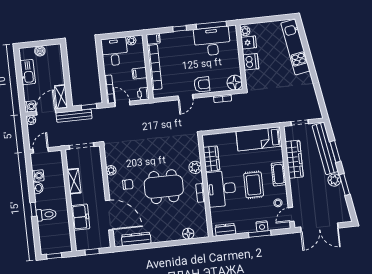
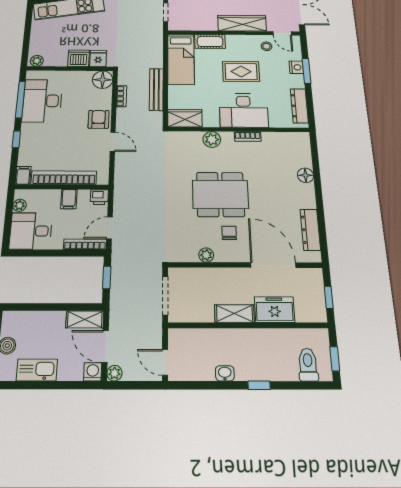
fridge: (249, 42) -> (98, 58), moved
bench: (74, 116) -> (156, 89), moved
wardrobe: (211, 159) -> (185, 118), moved
wardrobe: (294, 159) -> (242, 23), moved
cot: (279, 174) -> (210, 42), moved
washing machine: (38, 176) -> (205, 372), removed
shelving: (74, 181) -> (234, 314), moved
dining table: (164, 187) -> (220, 194), moved, turned 90
toilet: (46, 215) -> (308, 365), moved
door: (109, 215) -> (273, 265), hinge flipped
dresser: (225, 230) -> (299, 106), width x1.44
floor lamp: (188, 234) -> (306, 175), moved

